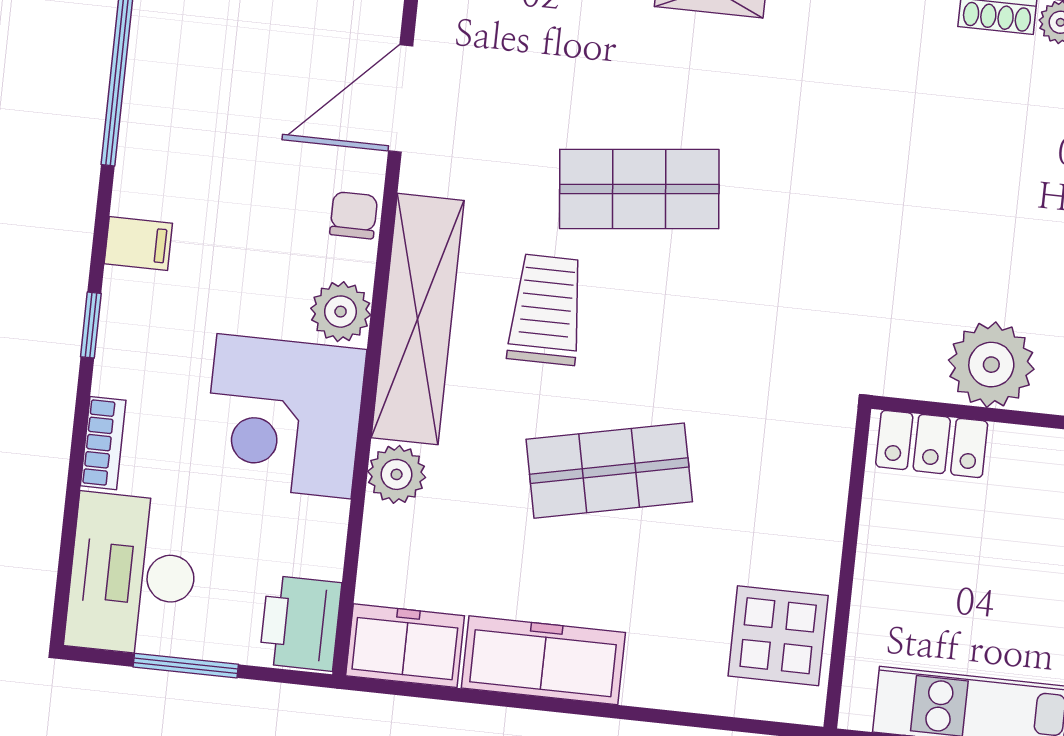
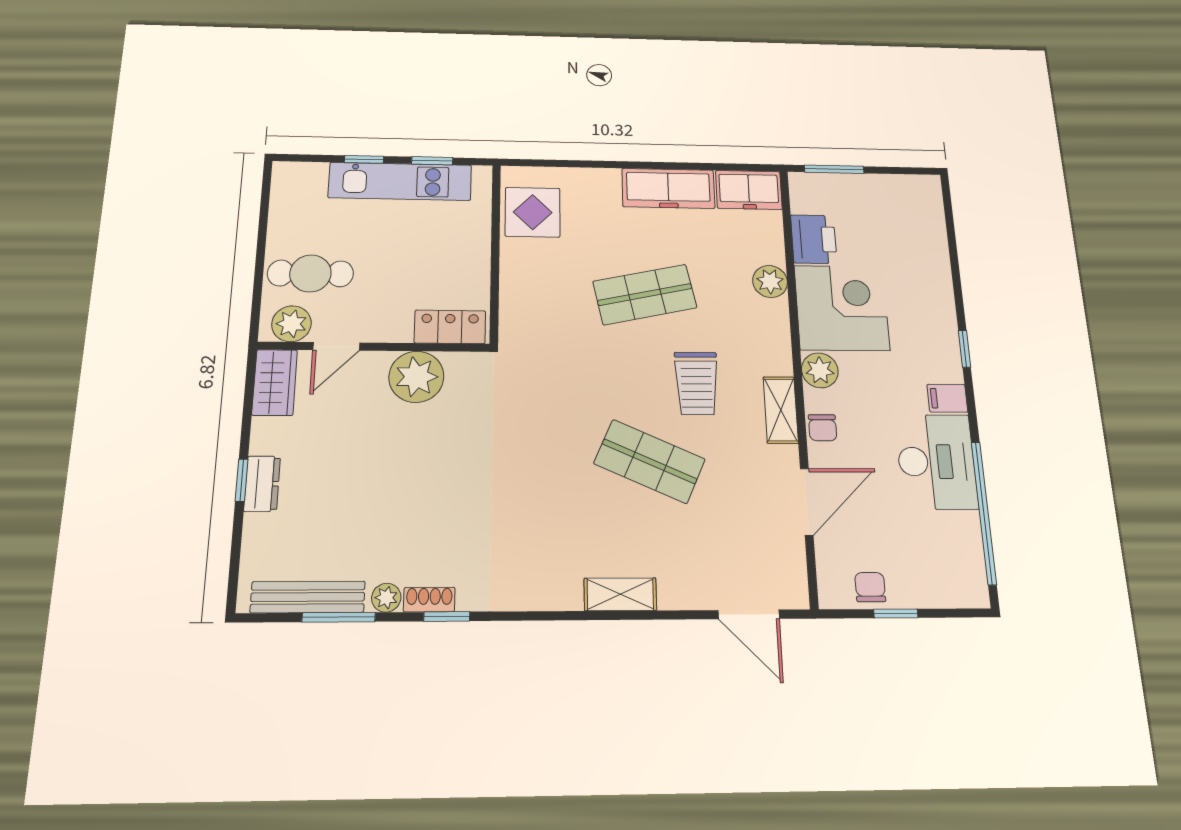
shop shelf: (639, 189) -> (649, 461), turned 30
shelving: (418, 319) -> (781, 410), width x0.45, depth x0.75
bookcase: (103, 443) -> (943, 284), removed
desk: (133, 575) -> (936, 462), moved
printer: (300, 623) -> (814, 239), moved
window: (186, 666) -> (834, 169), moved

